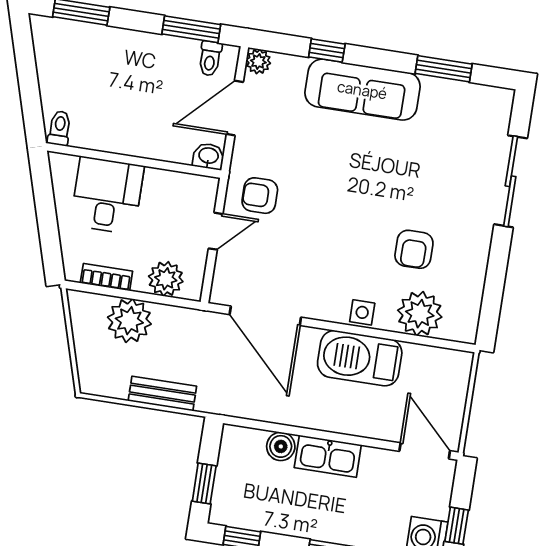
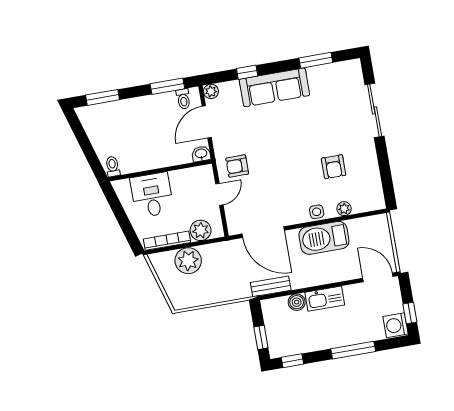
bookcase: (106, 277) -> (167, 241), width x1.56
plant: (420, 314) -> (344, 209), width x0.53, depth x0.53
bench: (162, 394) -> (271, 286), moved

